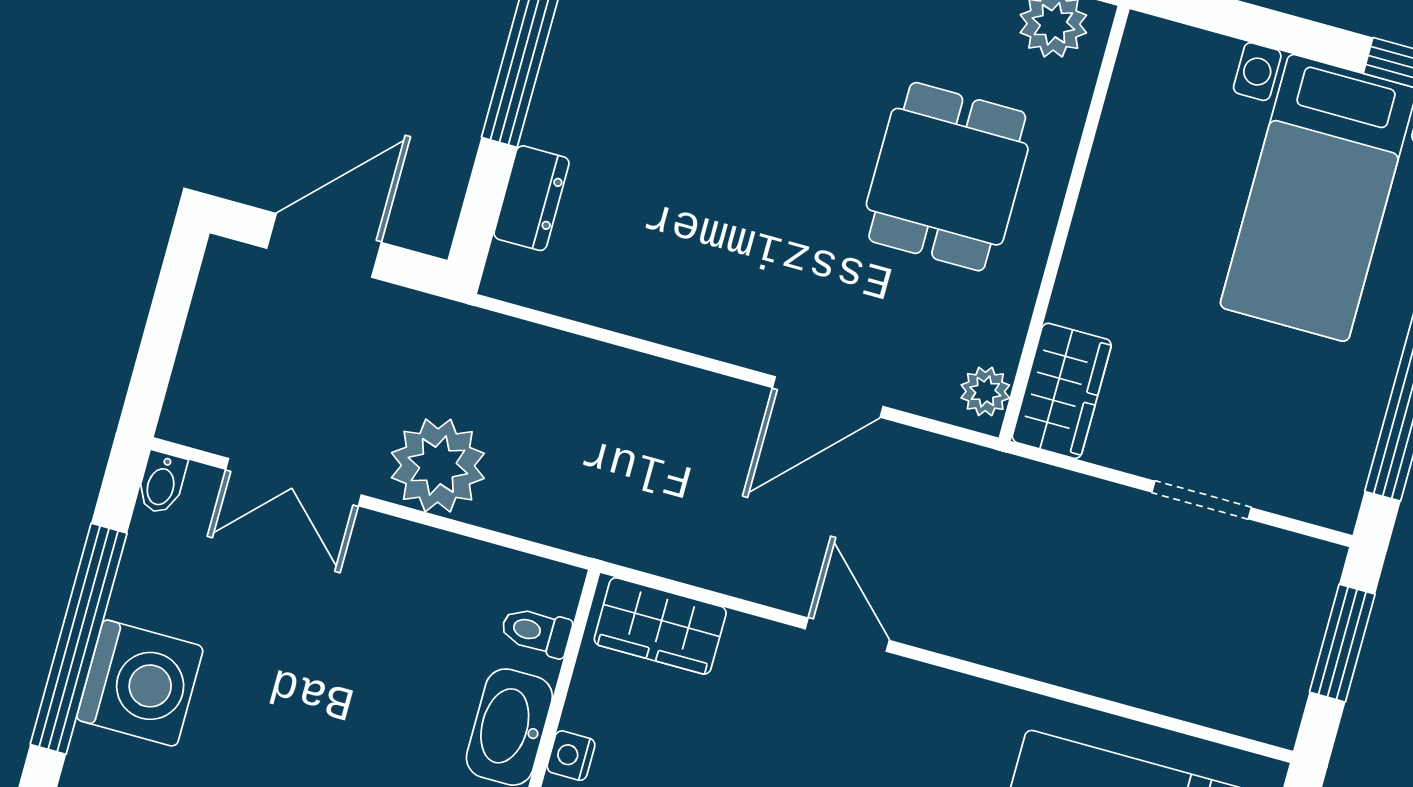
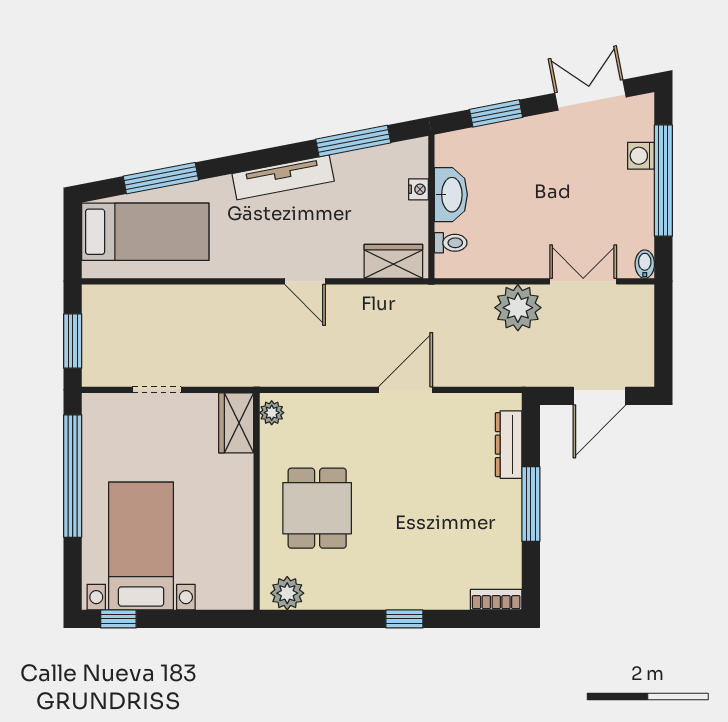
dresser: (532, 198) -> (509, 445), width x1.44
door: (828, 397) -> (406, 390), moved
washing machine: (140, 683) -> (641, 156), width x0.53, depth x0.53

